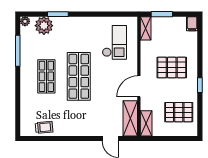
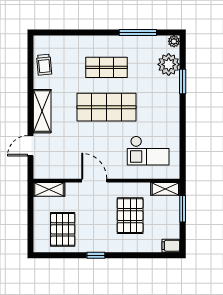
pallet: (172, 67) -> (130, 216), moved
shelving: (130, 118) -> (42, 111), moved, turned 90

